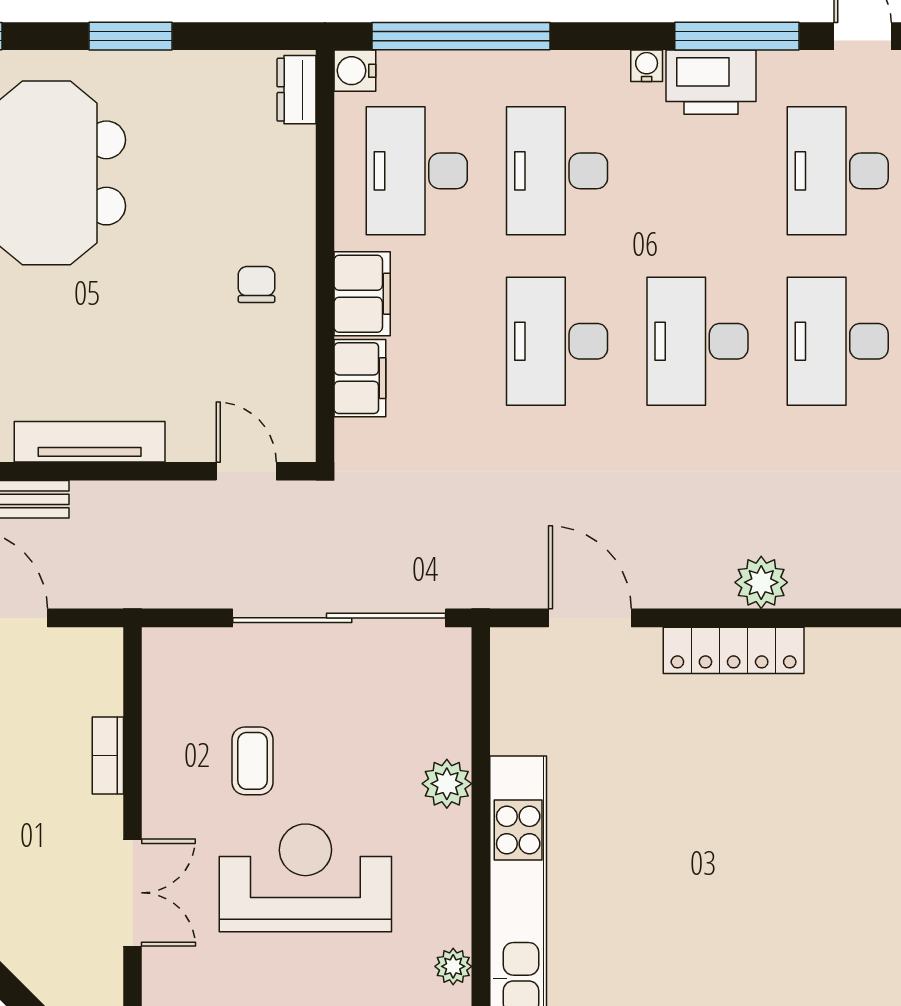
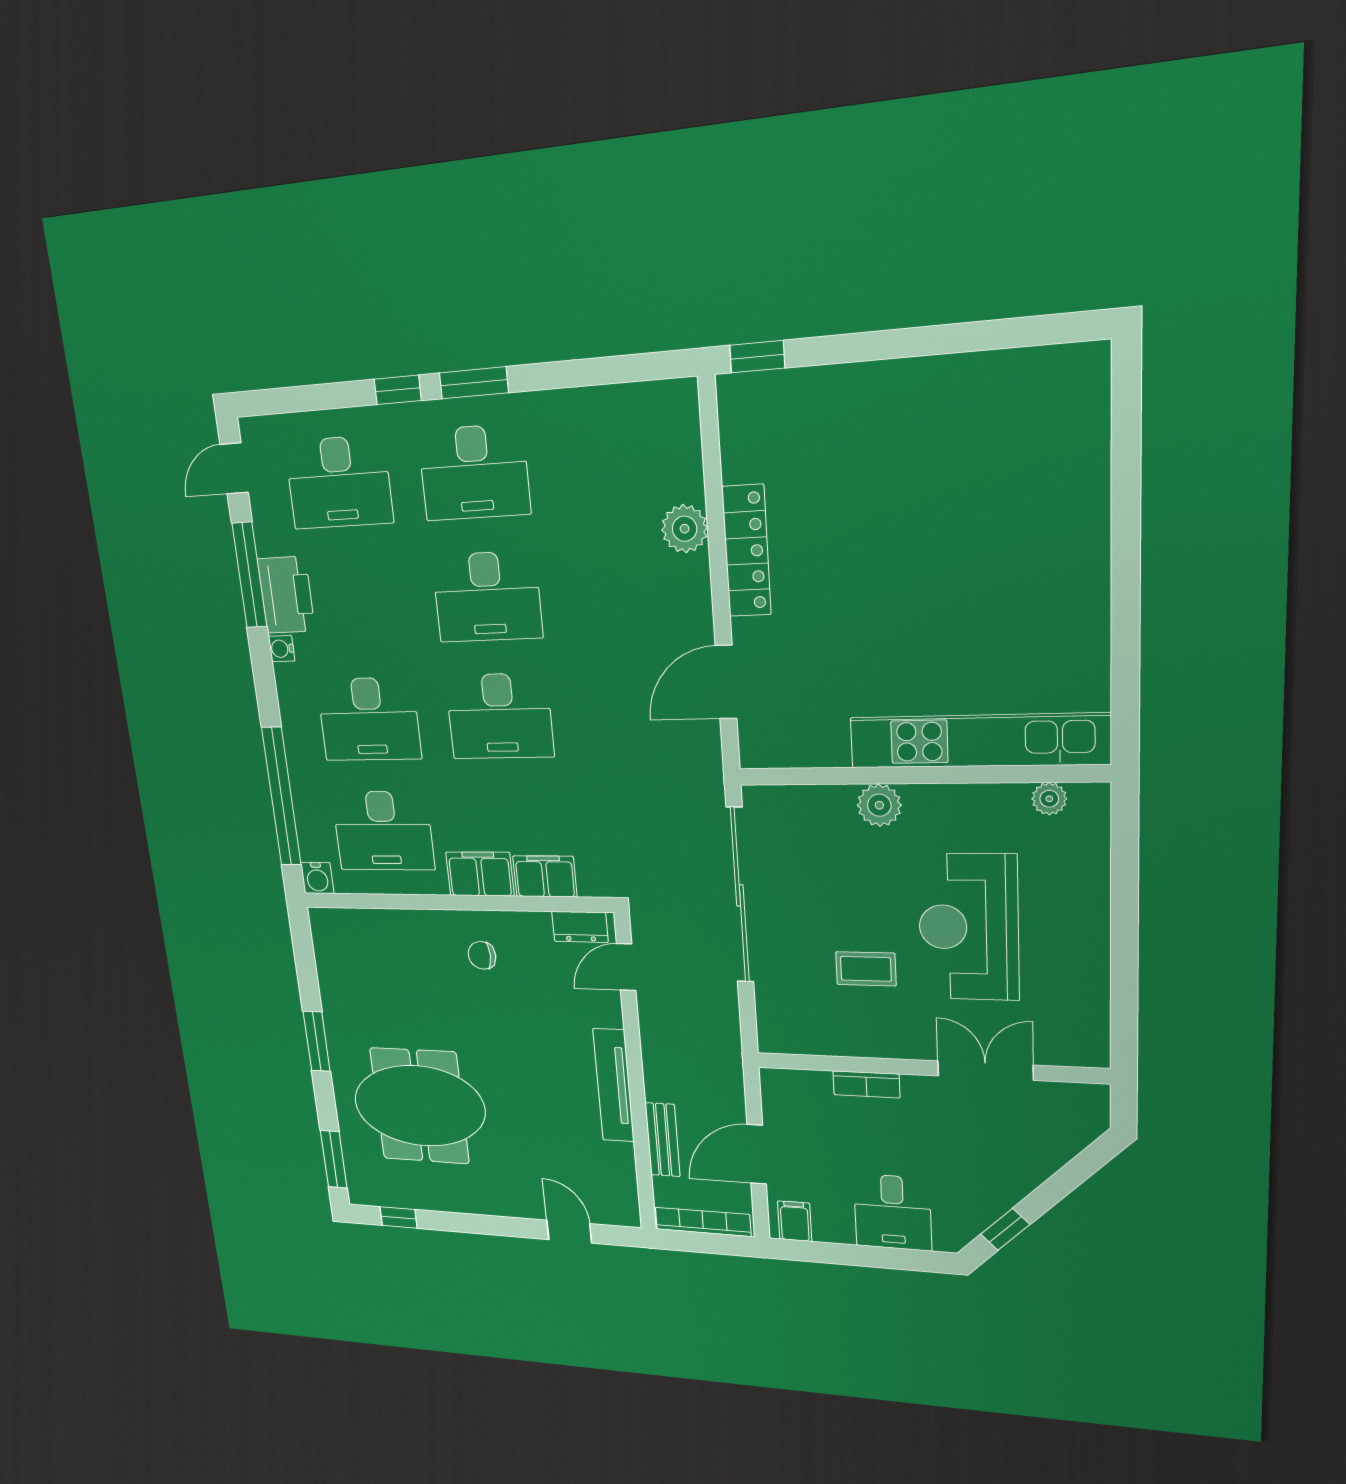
dresser: (297, 90) -> (580, 927), moved

